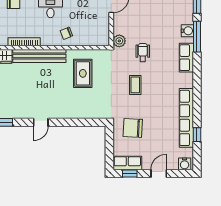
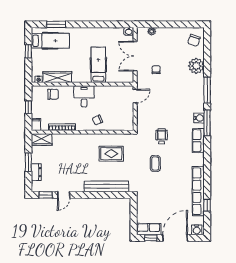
plant: (119, 41) -> (142, 126), removed
bench: (39, 56) -> (106, 186), moved
rug: (83, 73) -> (111, 154), turned 90
door: (41, 122) -> (64, 195), moved
chair: (133, 128) -> (153, 200), removed
door: (159, 173) -> (175, 238), width x1.88

